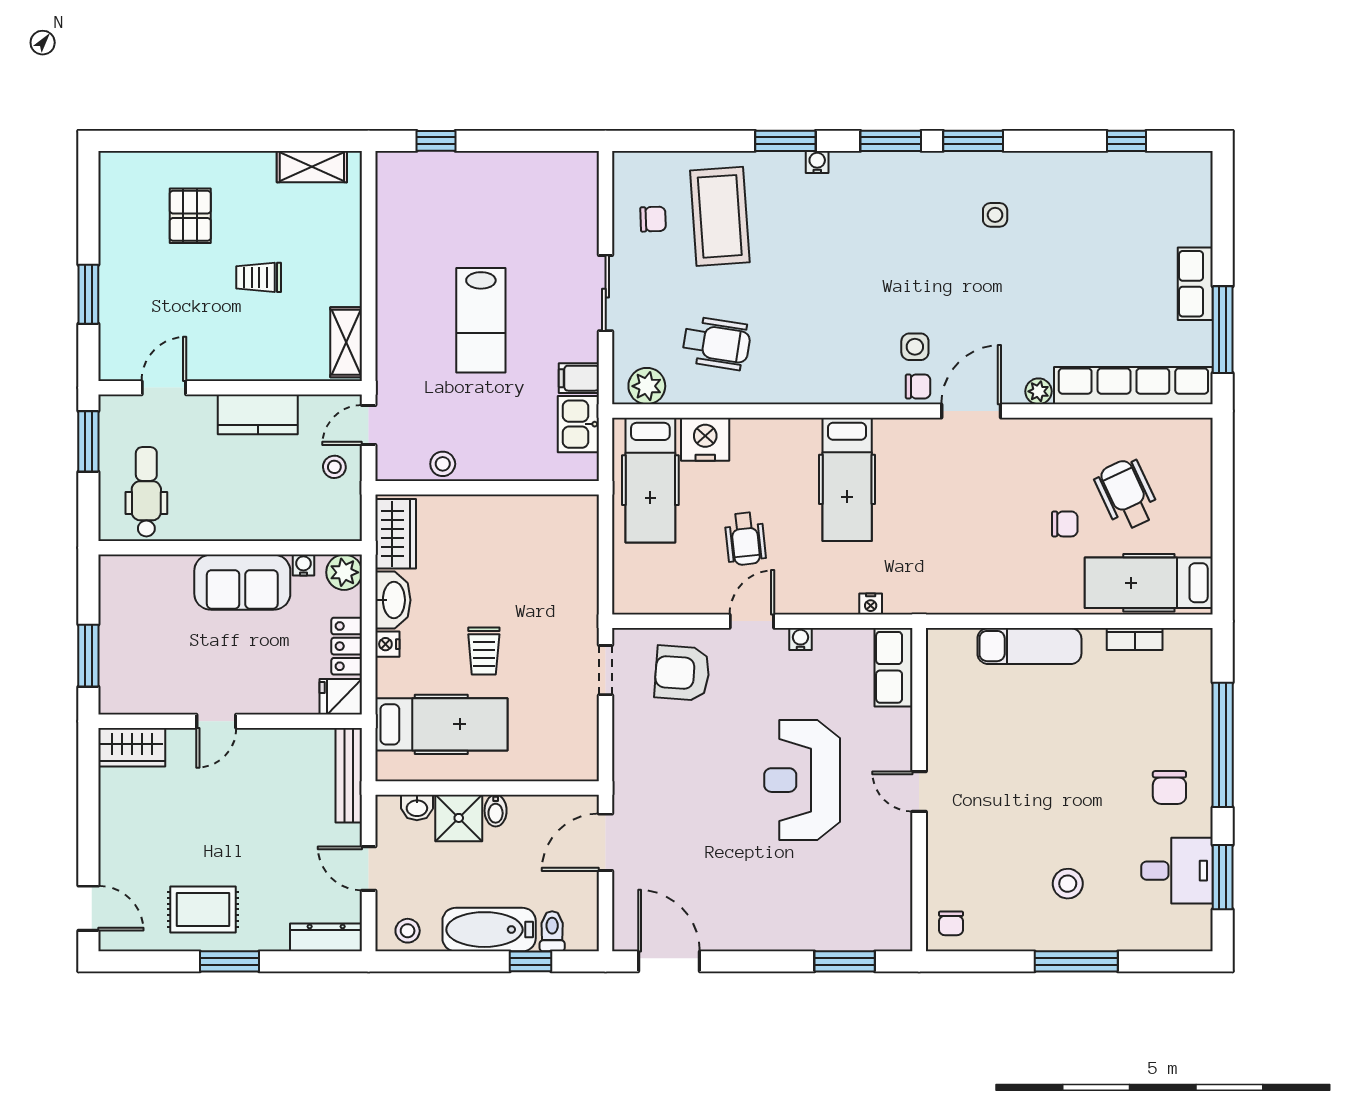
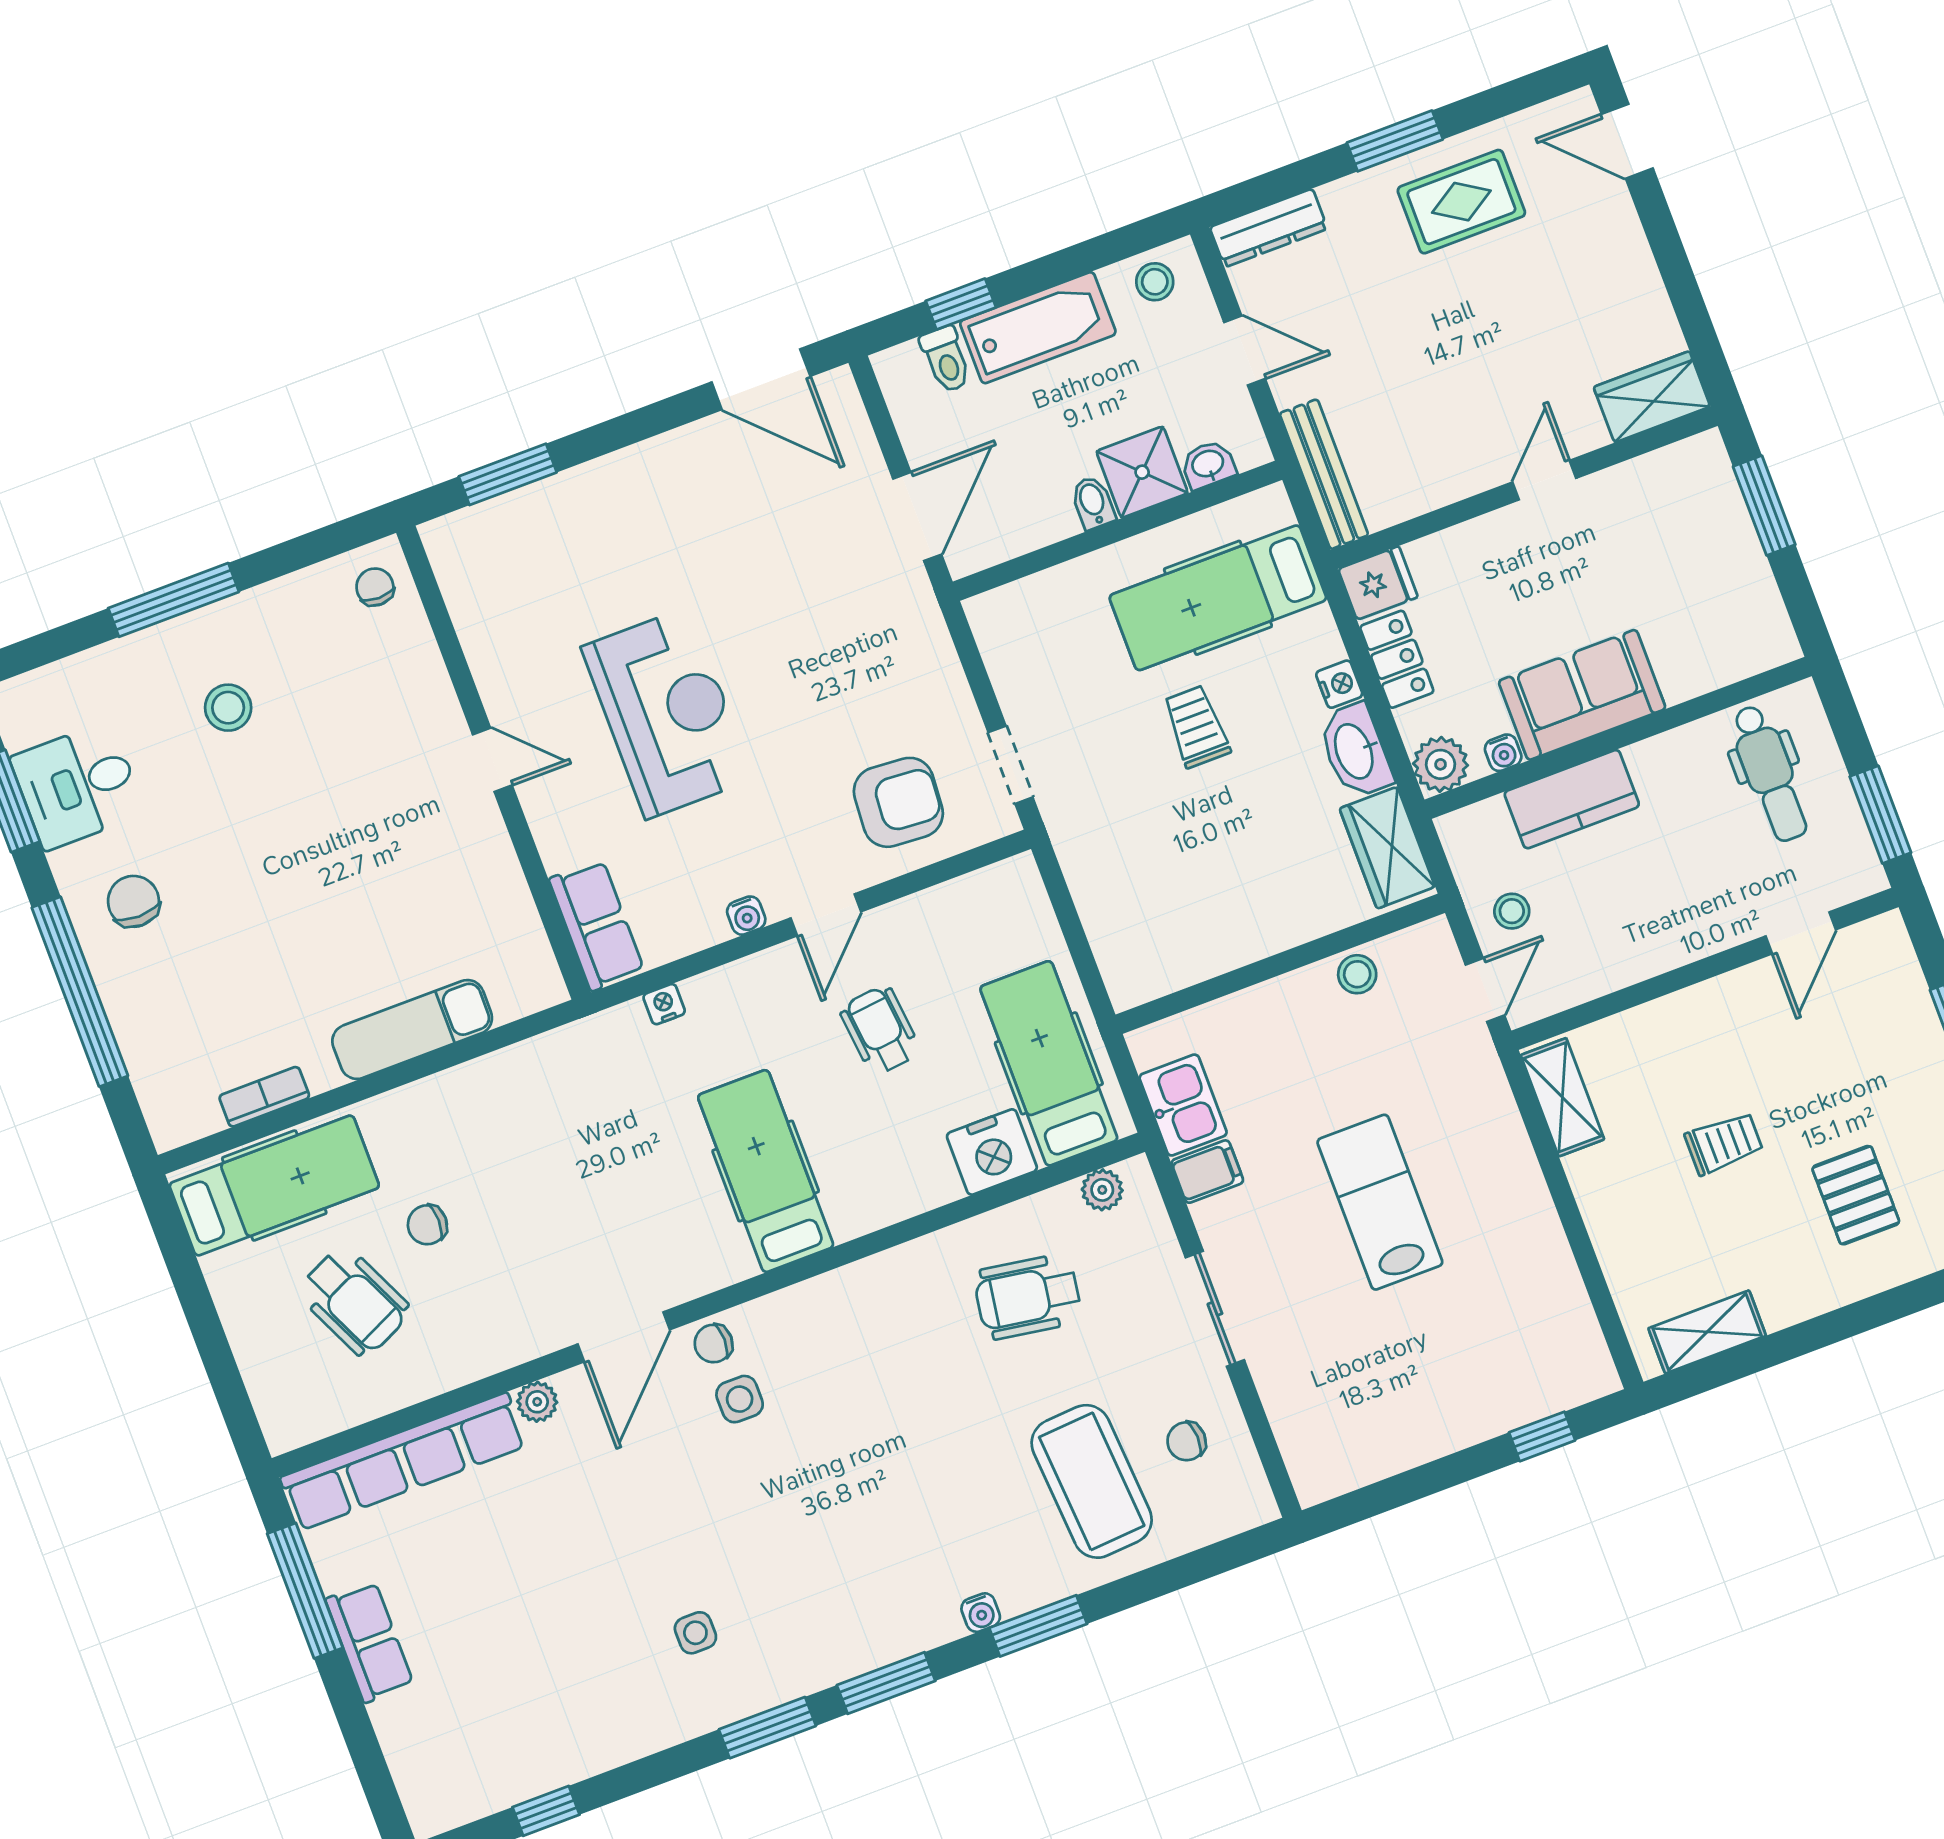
plant: (647, 386) -> (1102, 1190), width x0.73, depth x0.73
kitchen counter: (258, 414) -> (1572, 799), moved, turned 180

